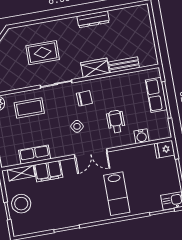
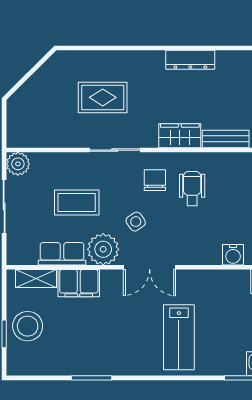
chair: (84, 98) -> (155, 180), turned -88
coffee table: (29, 108) -> (77, 202), moved
wheelchair: (116, 121) -> (192, 188), moved
plant: (60, 147) -> (103, 249), added

